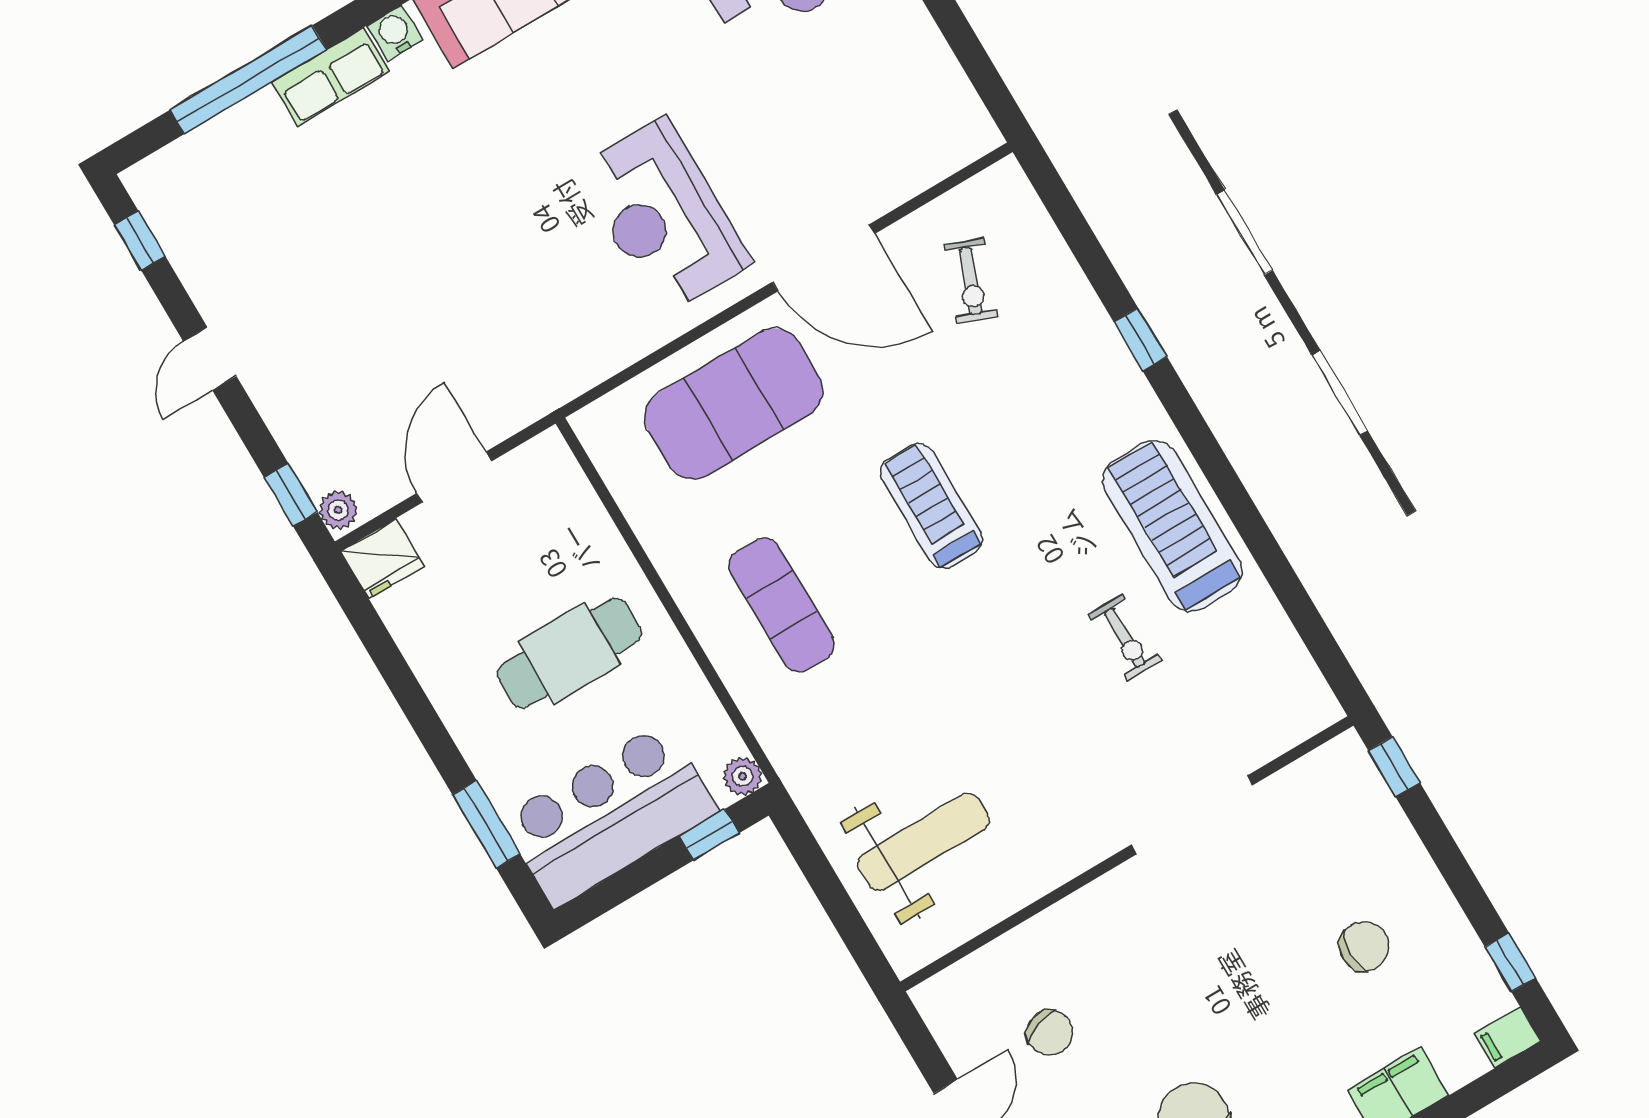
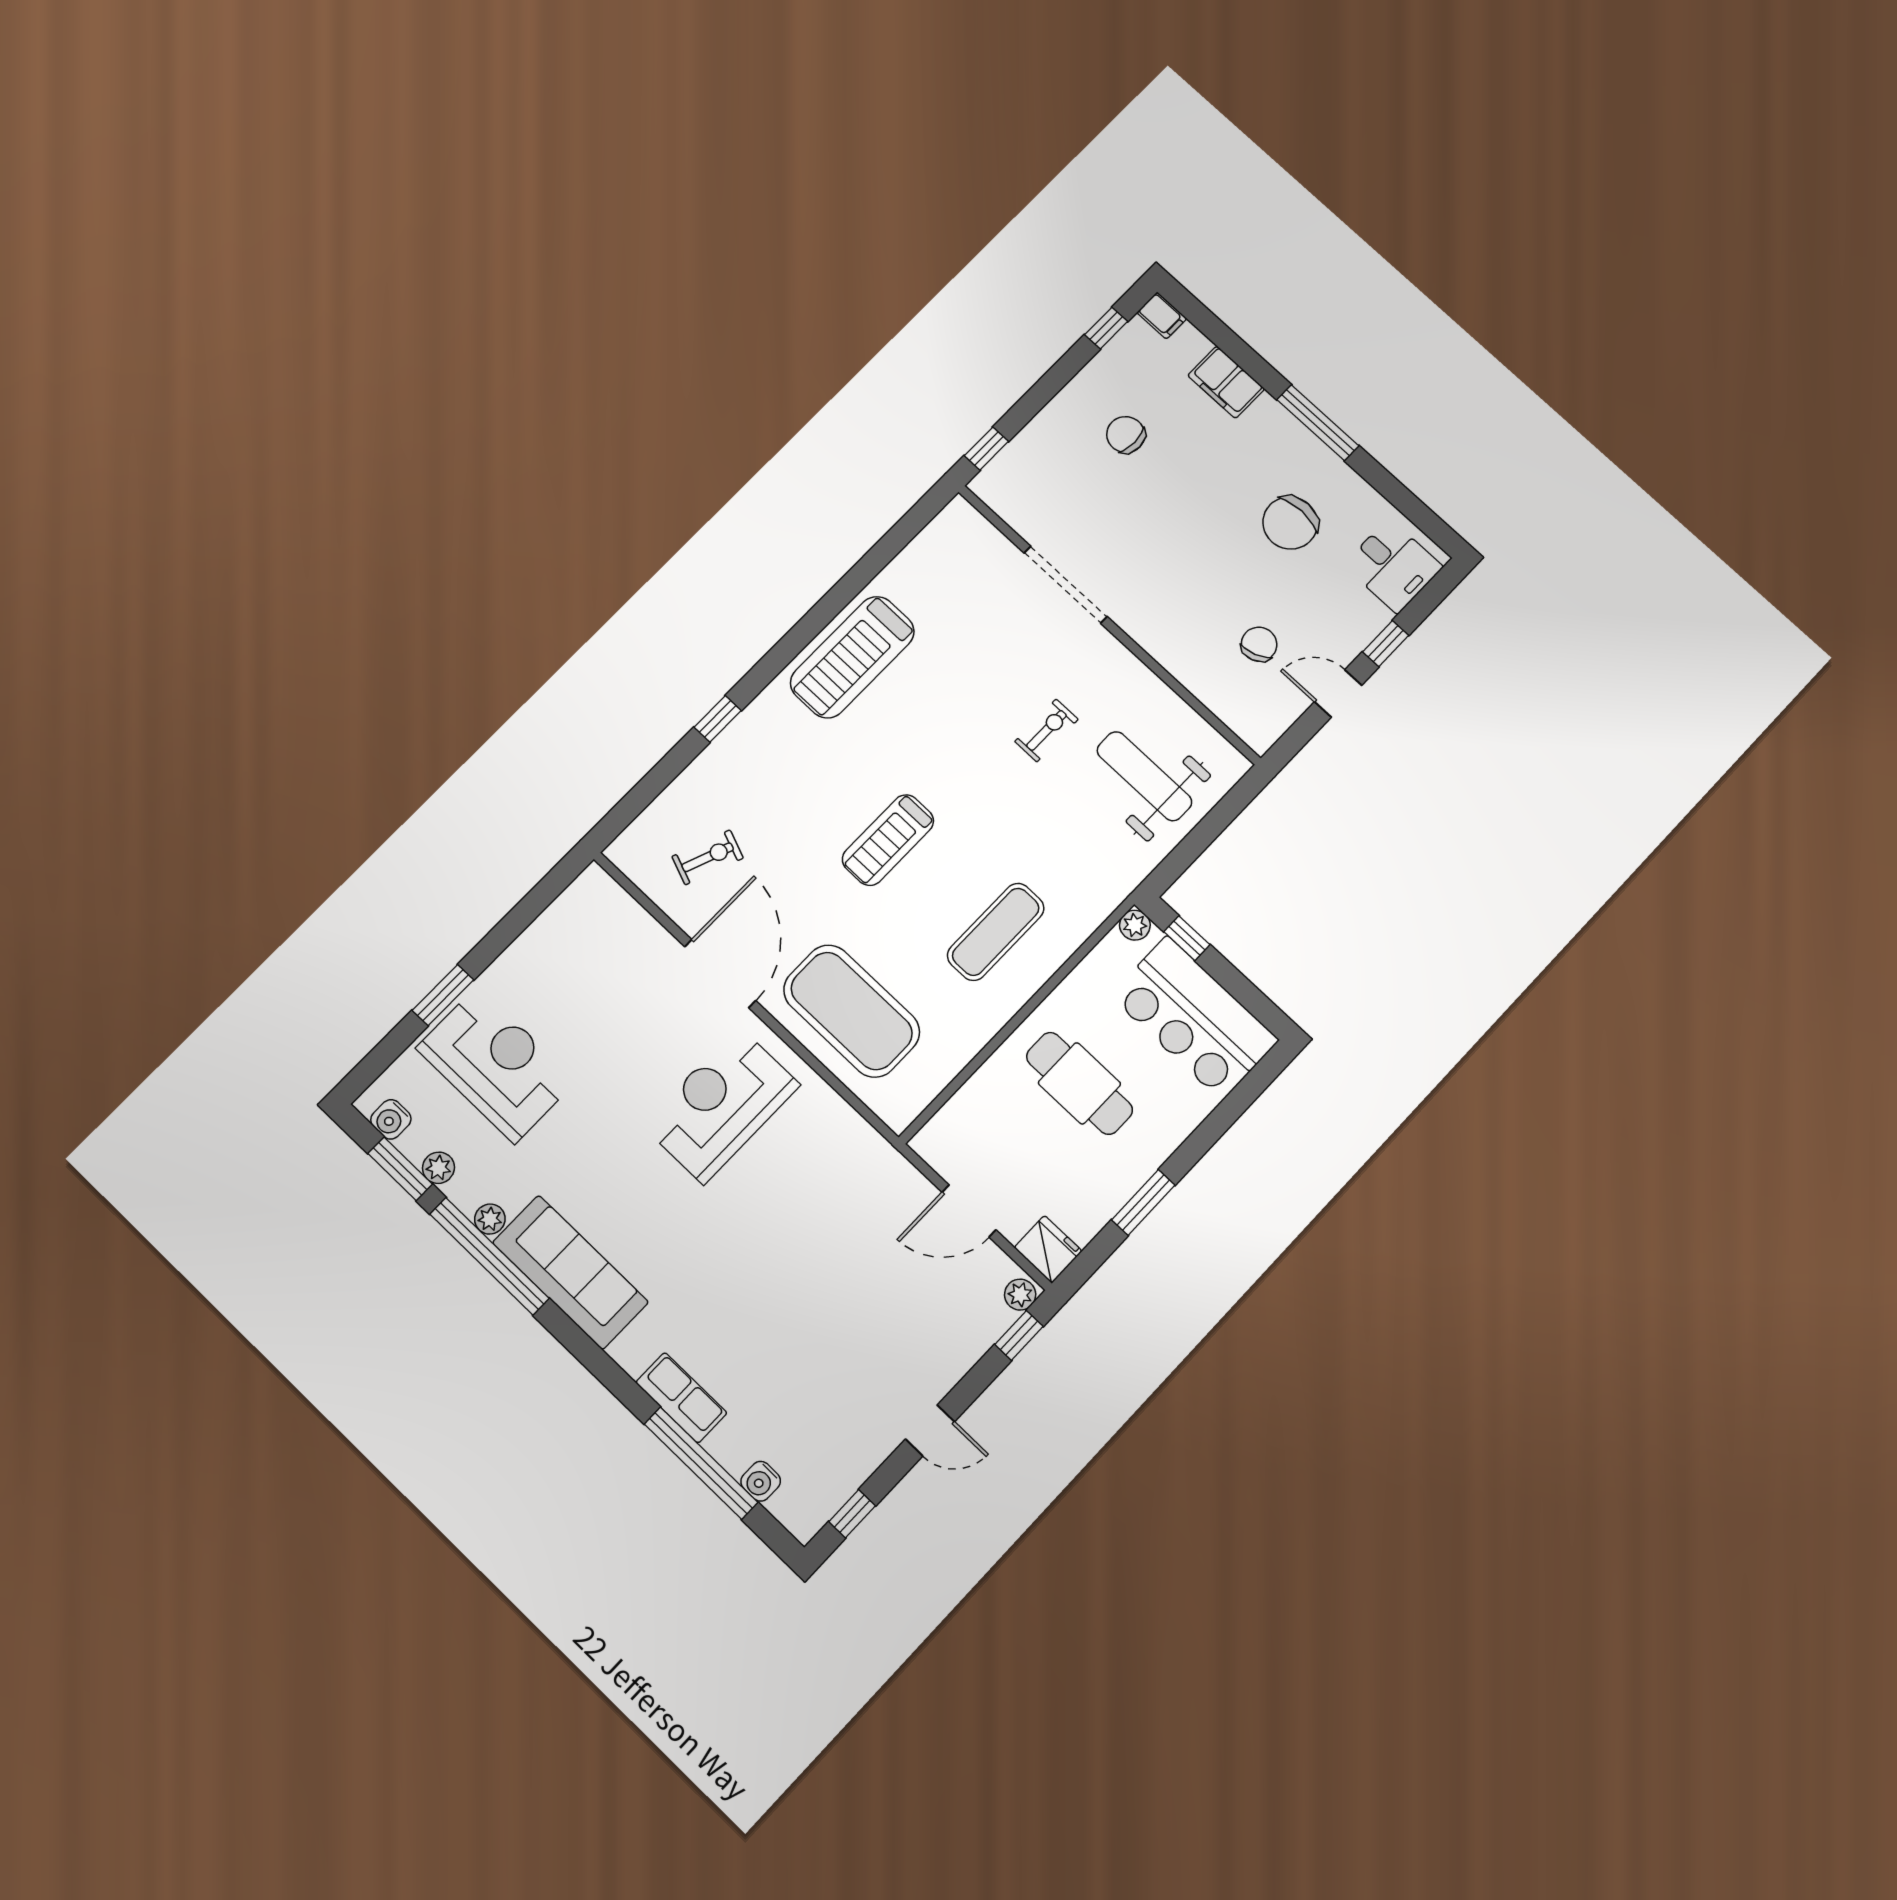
water cooler: (395, 33) -> (761, 1481), moved
reception desk: (664, 216) -> (721, 1105), turned 180
exercise bike: (1125, 638) -> (1047, 730), moved
window: (486, 824) -> (1143, 1202), moved

